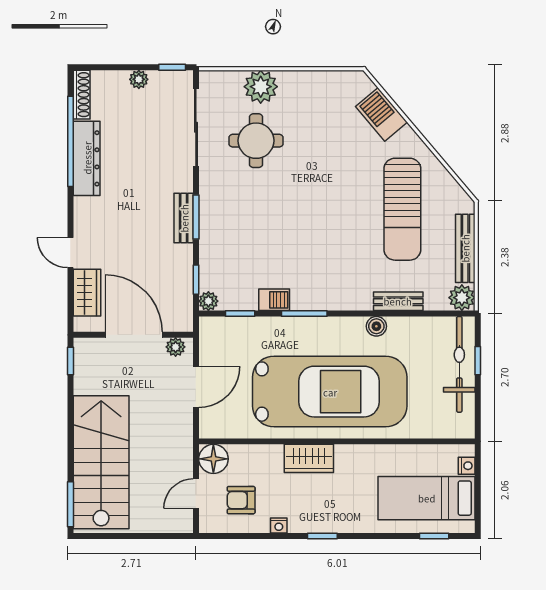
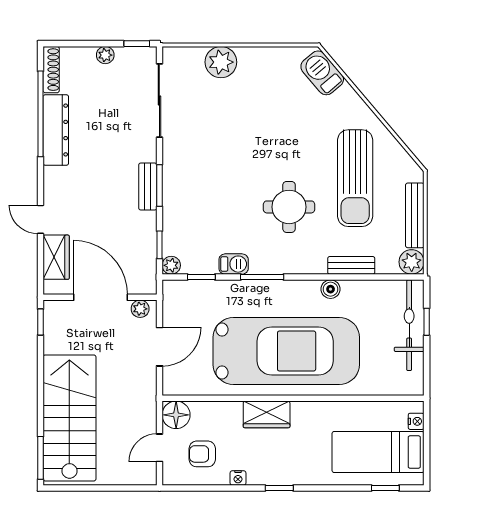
barbecue: (381, 114) -> (322, 73), moved
round table: (256, 141) -> (289, 207), moved

